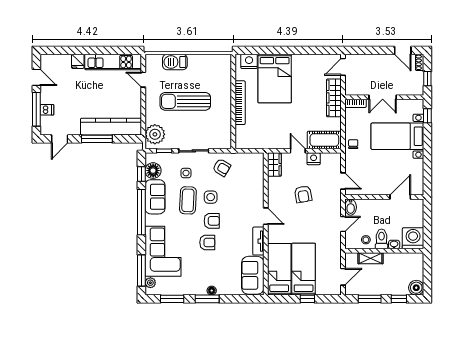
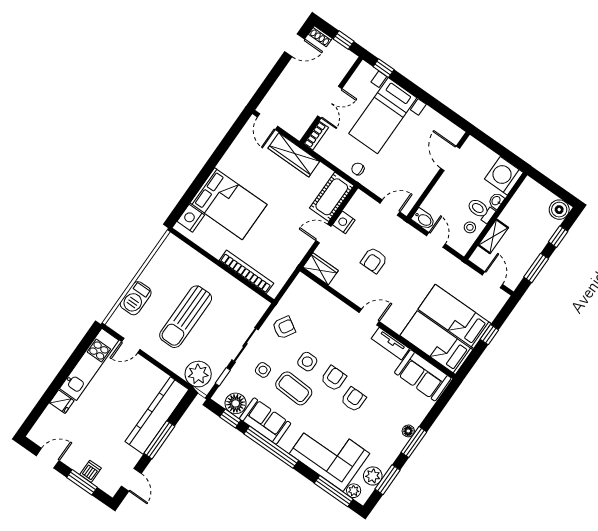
bookcase: (240, 103) -> (246, 272), moved
window: (36, 109) -> (82, 482), width x0.69
armchair: (303, 194) -> (374, 260), turned 100
plant: (168, 288) -> (373, 476), added

